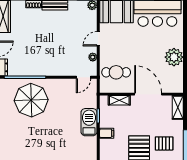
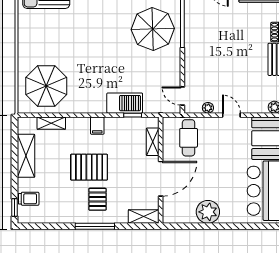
filing cabinet: (107, 133) -> (97, 126), moved

